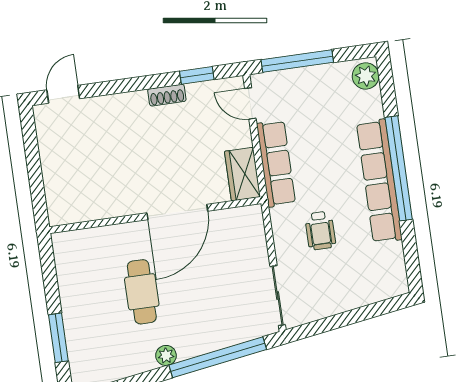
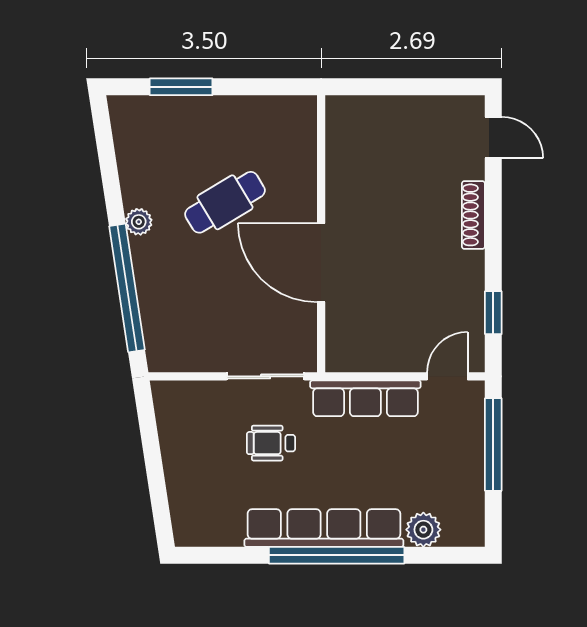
plant: (366, 76) -> (423, 530), moved
shoe rack: (167, 95) -> (473, 215), moved, width x1.43
wardrobe: (242, 174) -> (358, 353), removed
cafe table: (142, 292) -> (225, 202), turned -31
sliding door: (278, 296) -> (266, 376), moved

